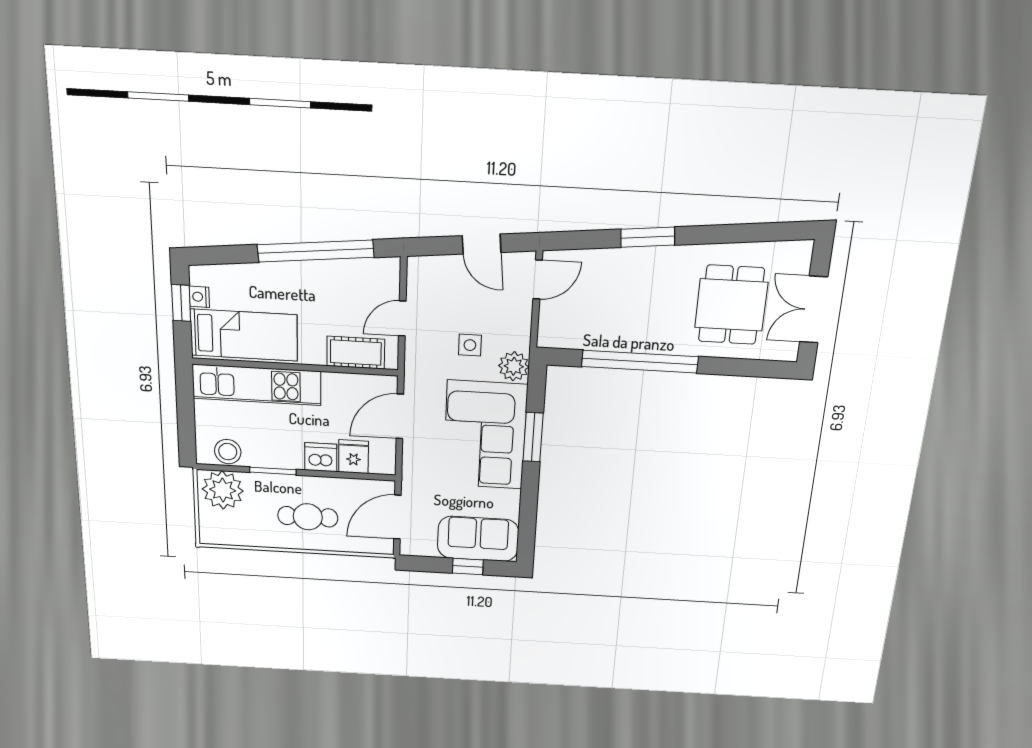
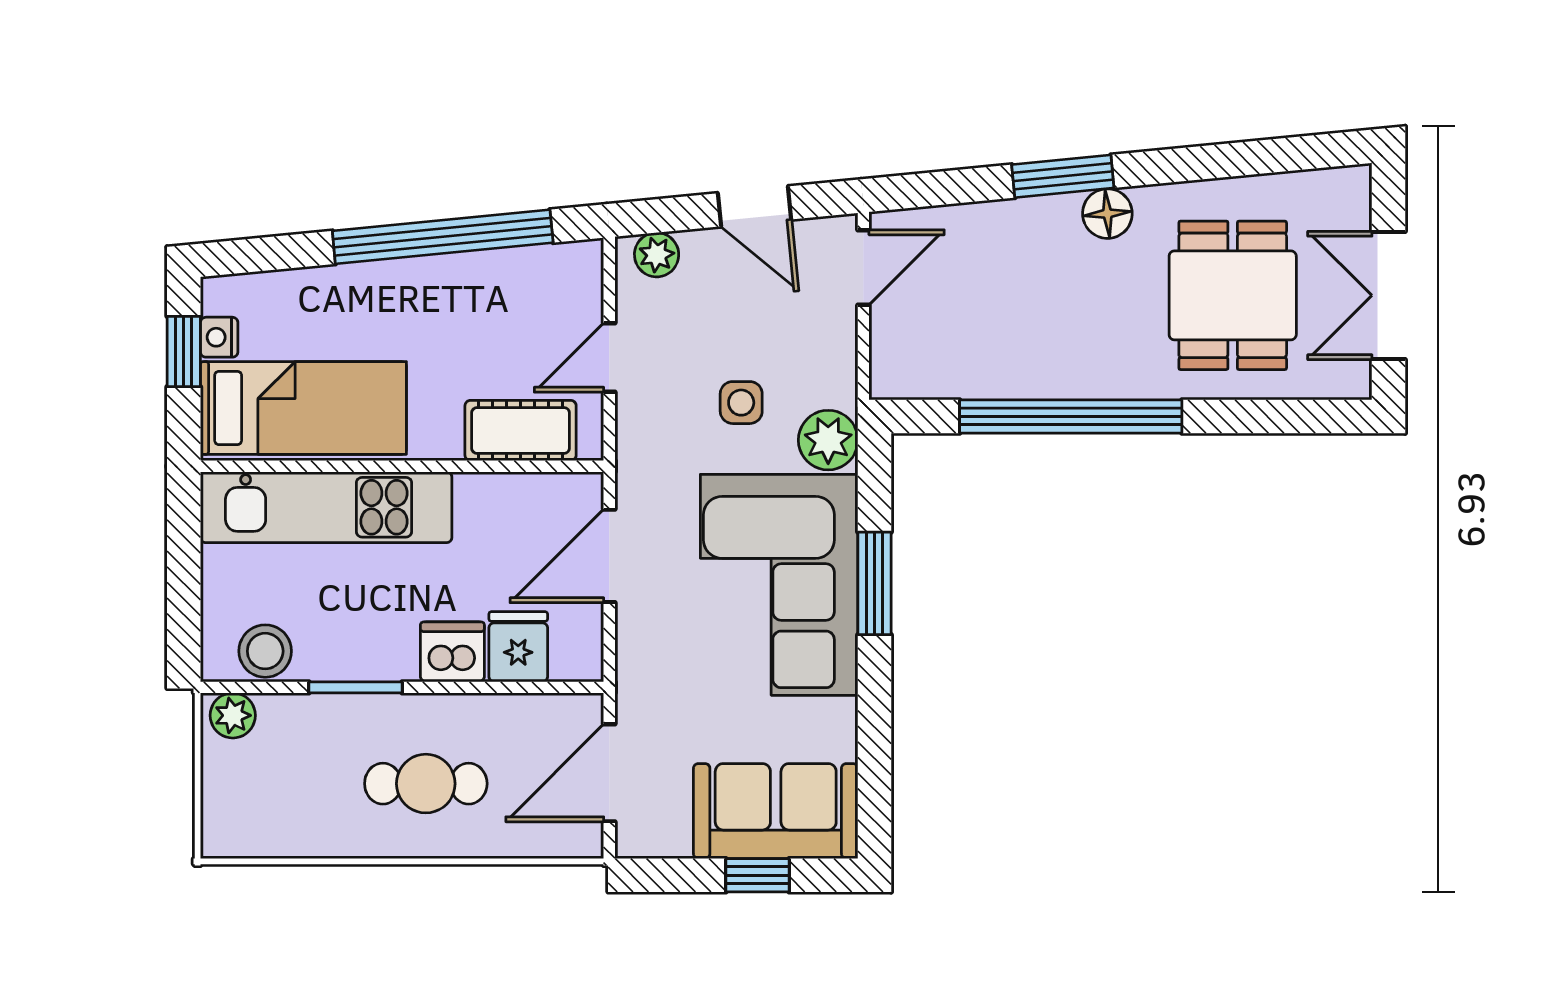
floor lamp: (670, 258) -> (1107, 214), added
plant: (429, 267) -> (657, 255), added
plant: (223, 490) -> (233, 715), width x0.53, depth x0.53

